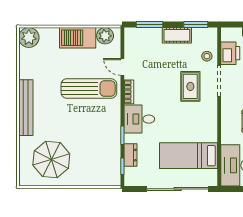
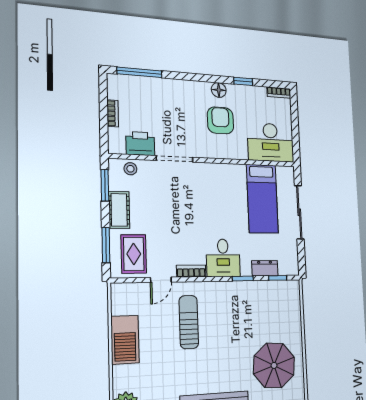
plant: (105, 36) -> (122, 303), removed
stool: (207, 56) -> (130, 169), moved
rug: (190, 86) -> (134, 254), moved, turned 90
sun lounger: (89, 89) -> (189, 322), width x0.73, depth x0.75
sliding door: (178, 189) -> (299, 212), width x0.73

